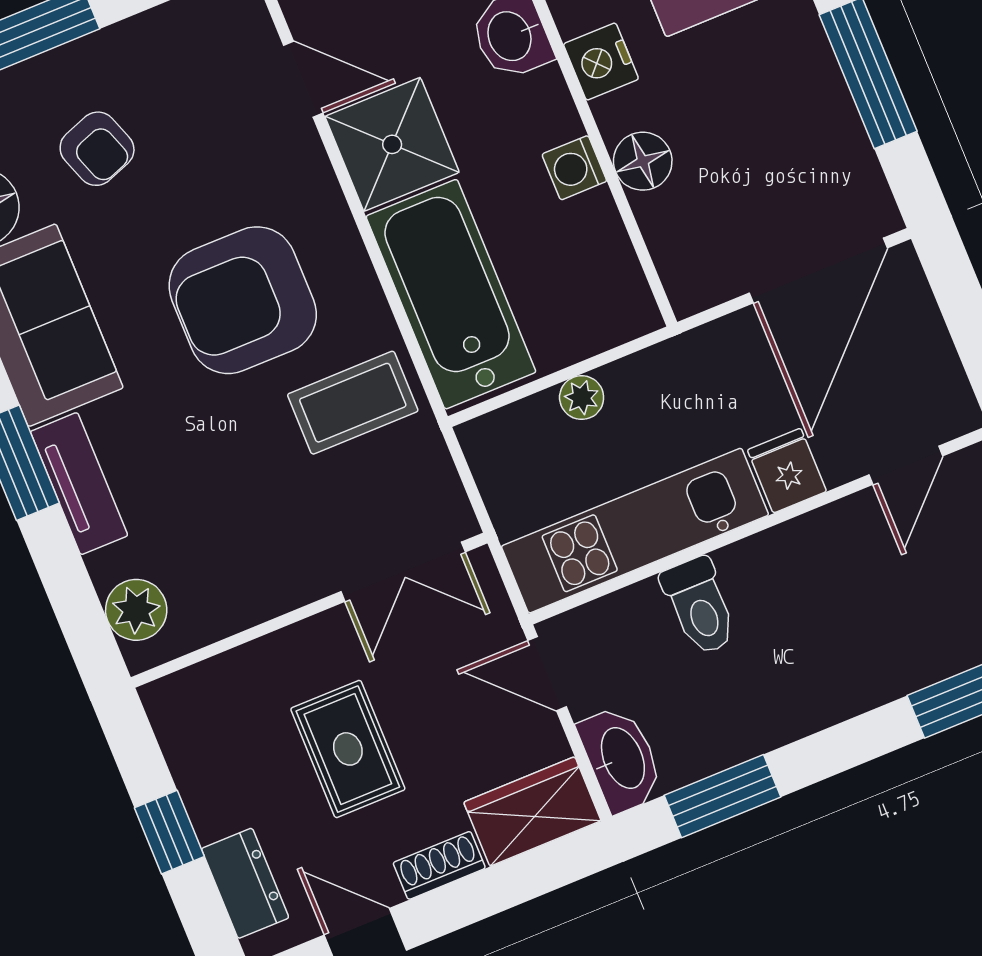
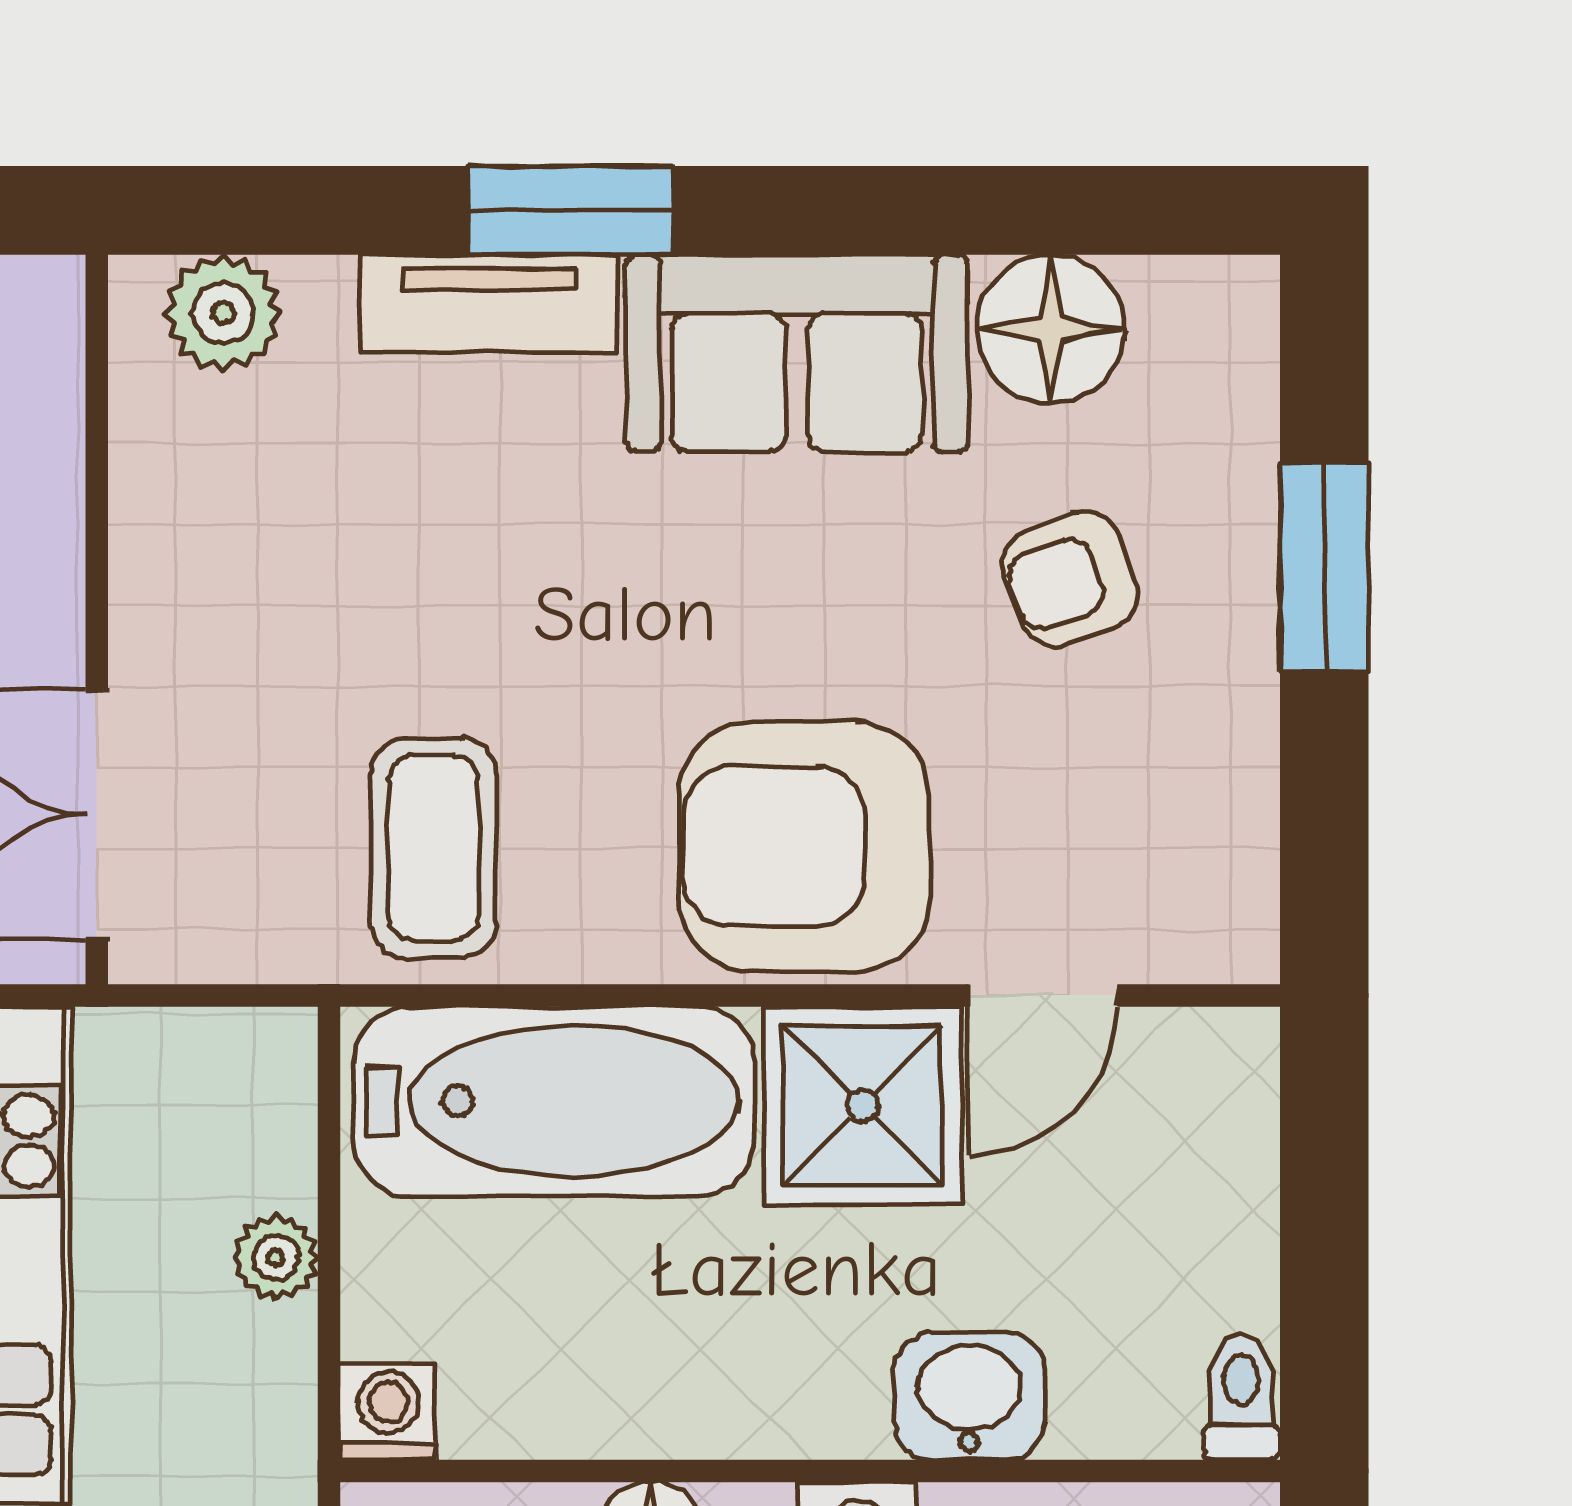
washing machine: (574, 168) -> (388, 1412), moved
armchair: (243, 300) -> (804, 846), moved, turned -90

